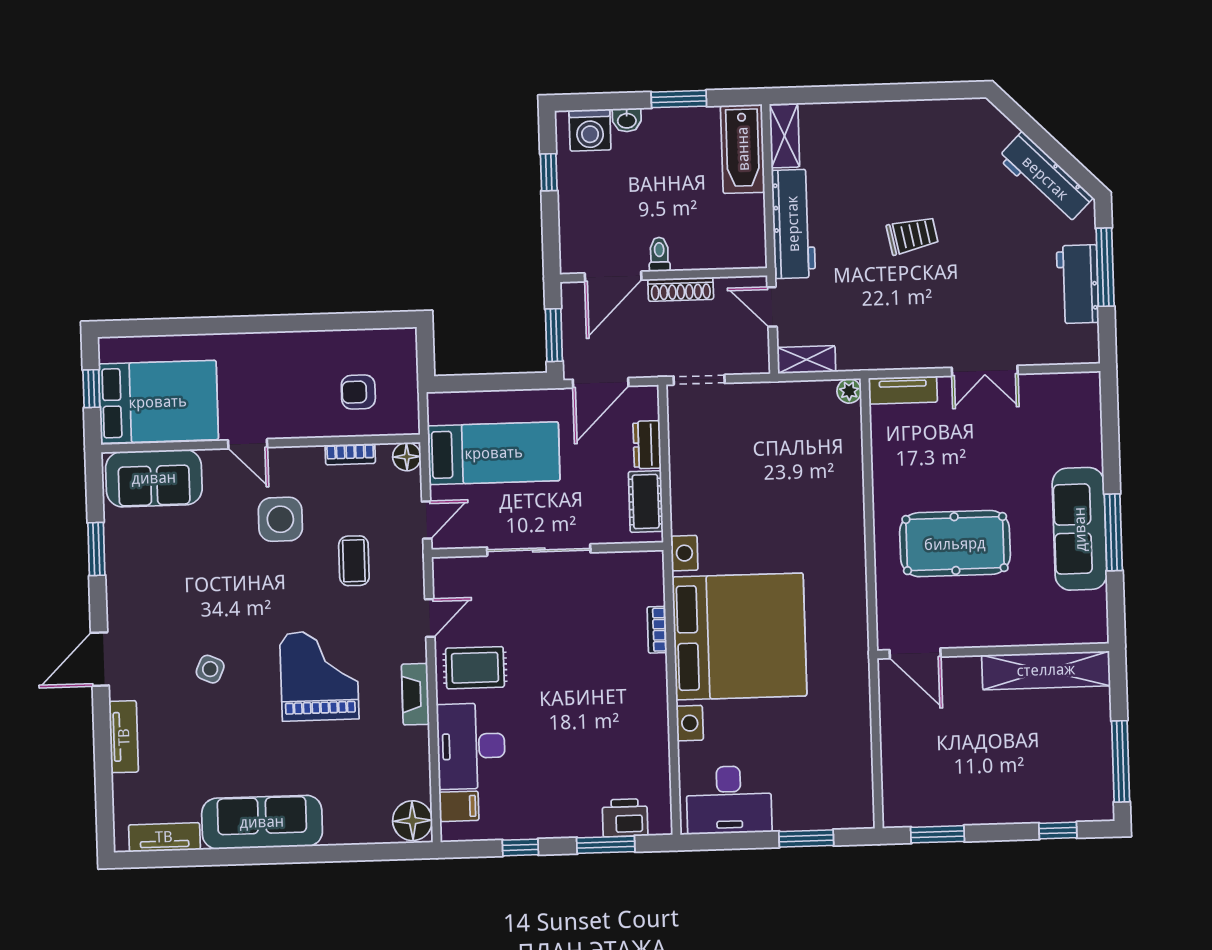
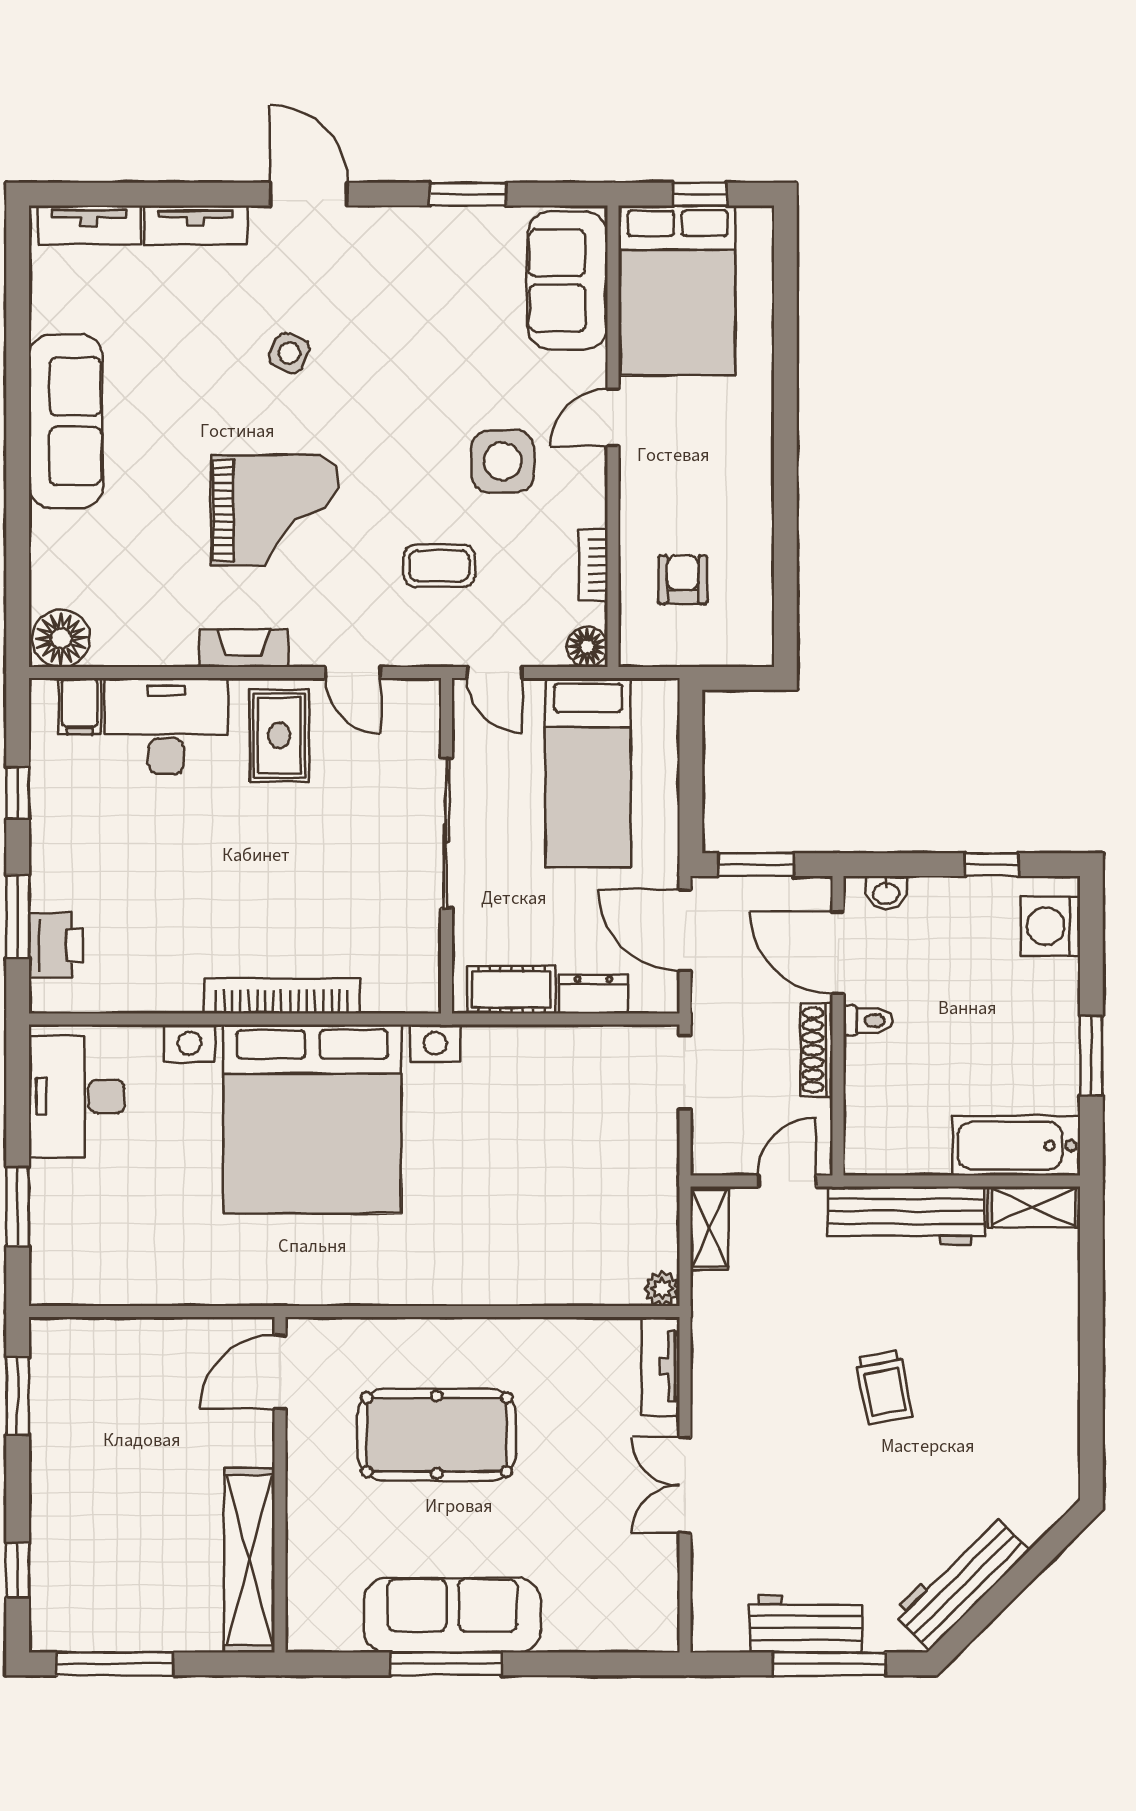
washbasin: (627, 120) -> (886, 893), moved, turned -90
pool table: (955, 544) -> (437, 1435), turned 90
bookcase: (657, 630) -> (282, 996), width x2.31, depth x1.31
tv unit: (164, 837) -> (89, 225), moved, turned 90

